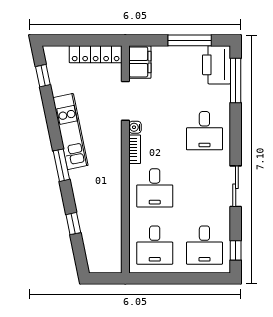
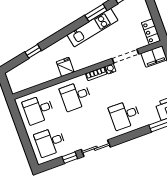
locker: (96, 54) -> (151, 32), width x0.66
window: (61, 165) -> (96, 13), moved
fridge: (110, 188) -> (65, 67), added
window: (236, 250) -> (70, 158), moved

